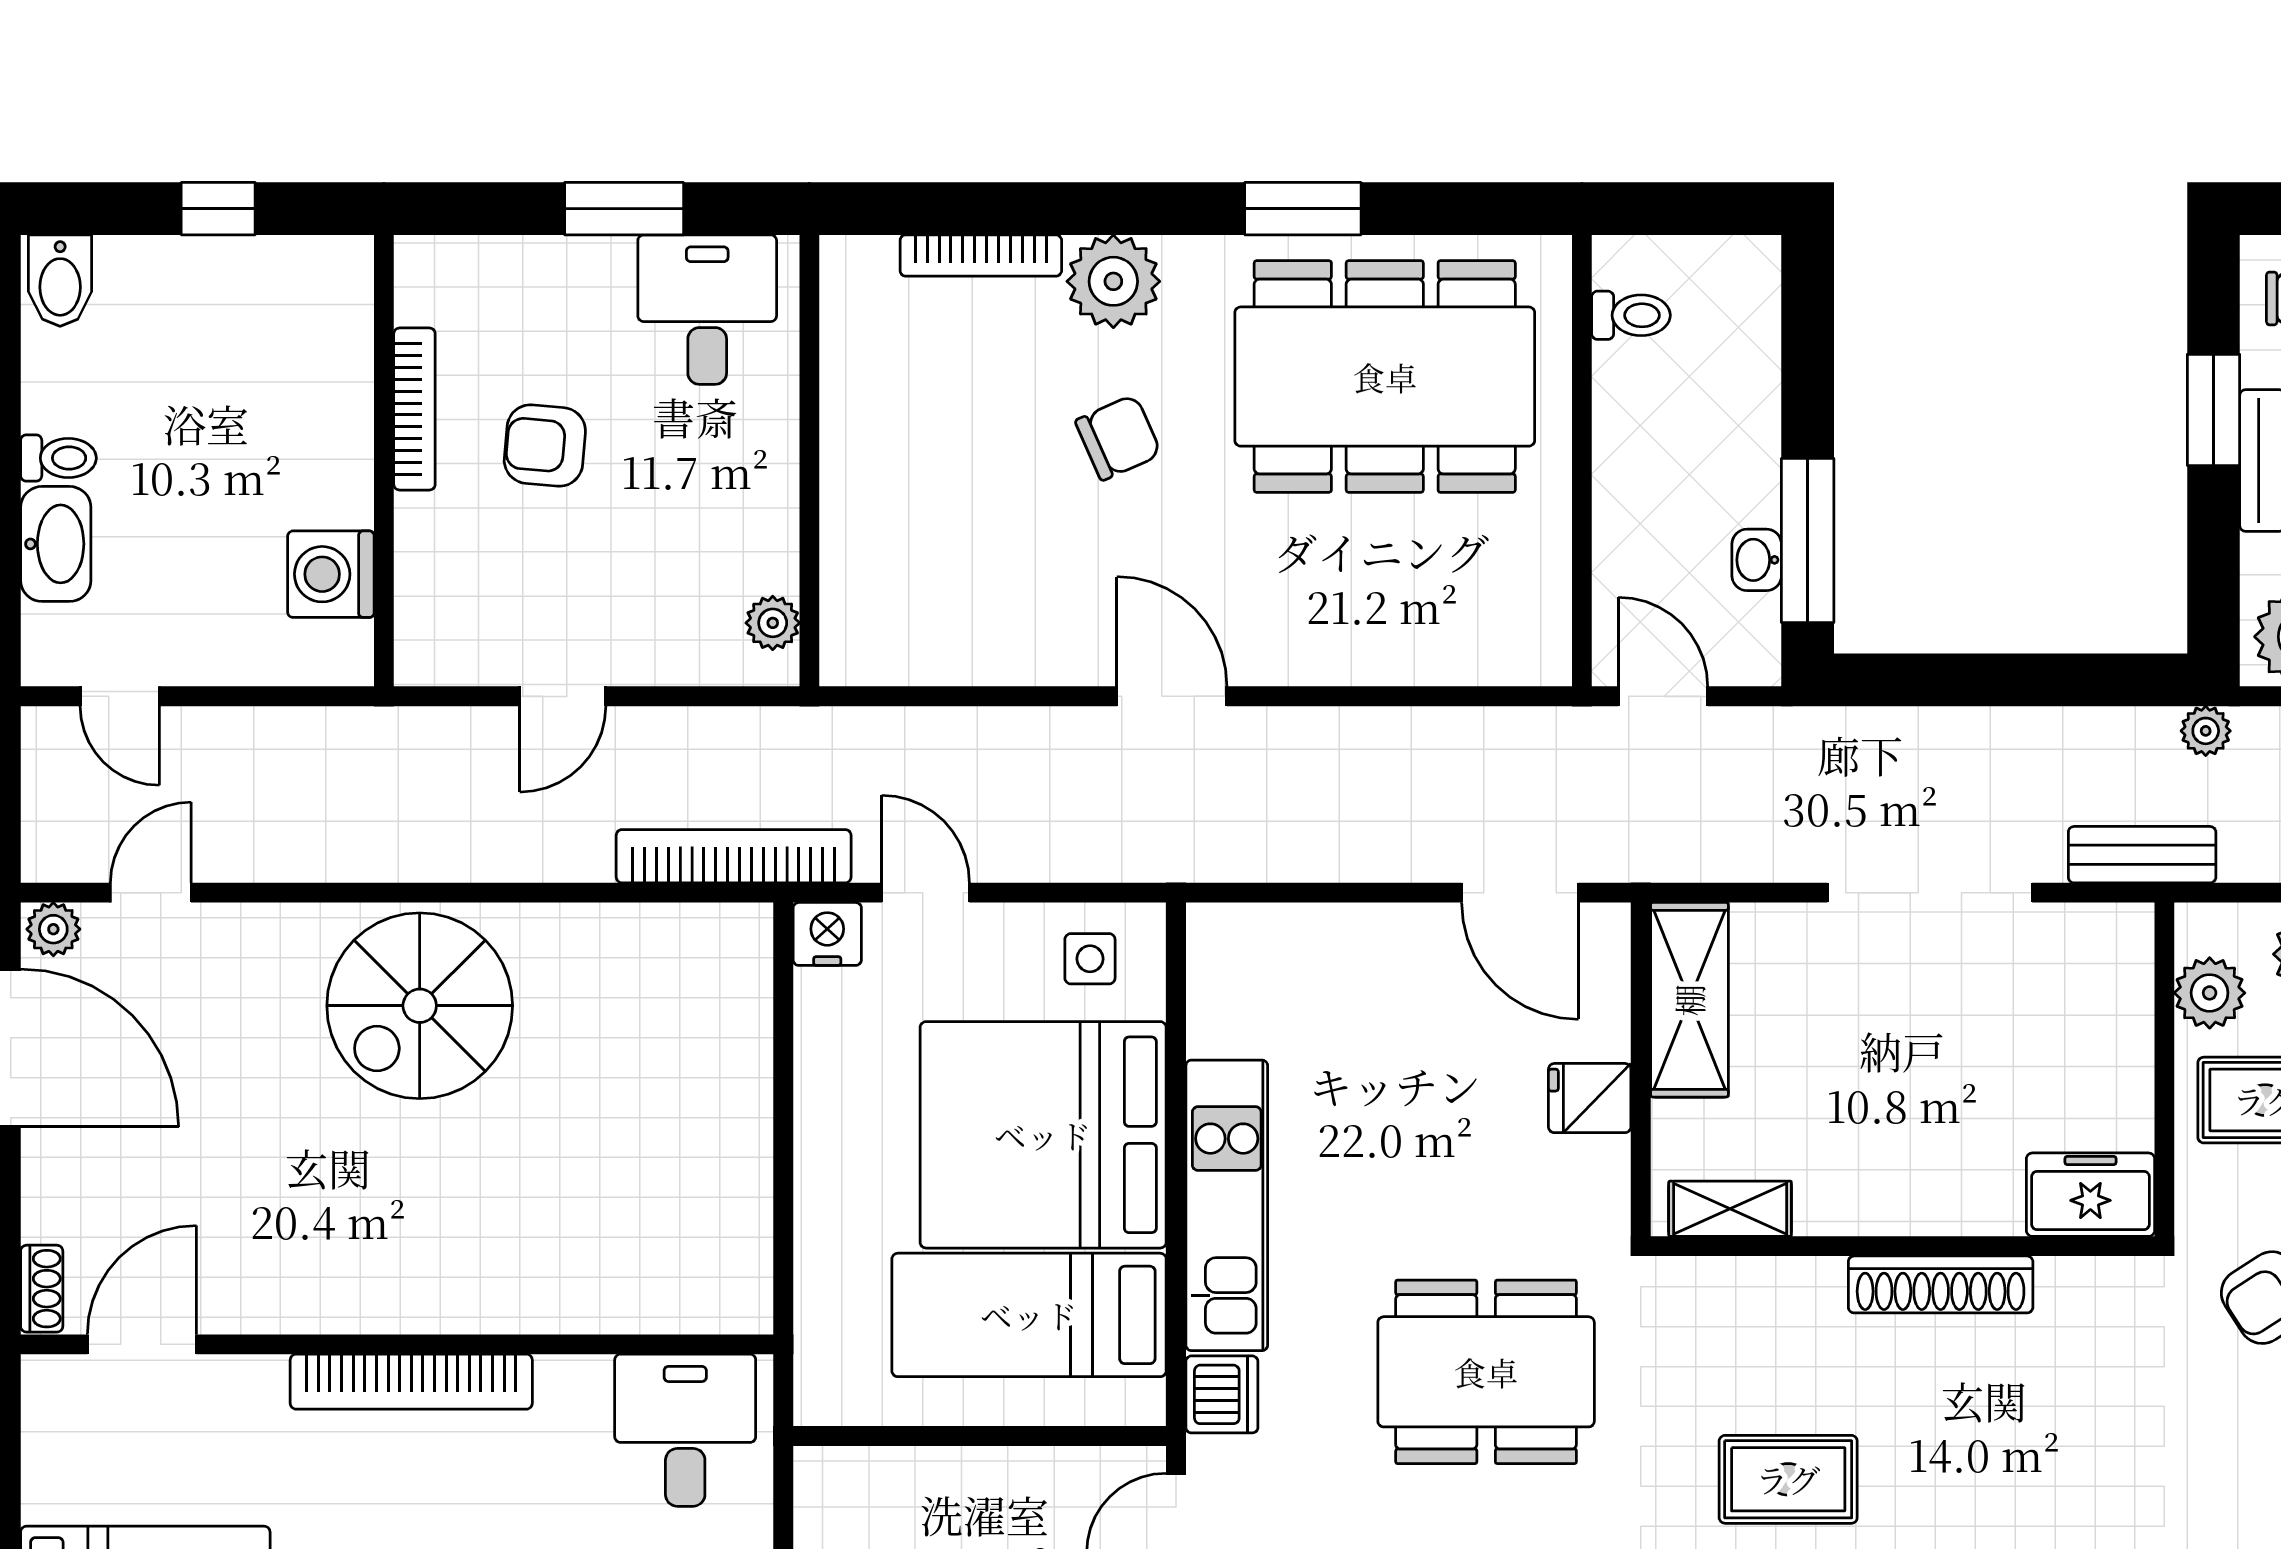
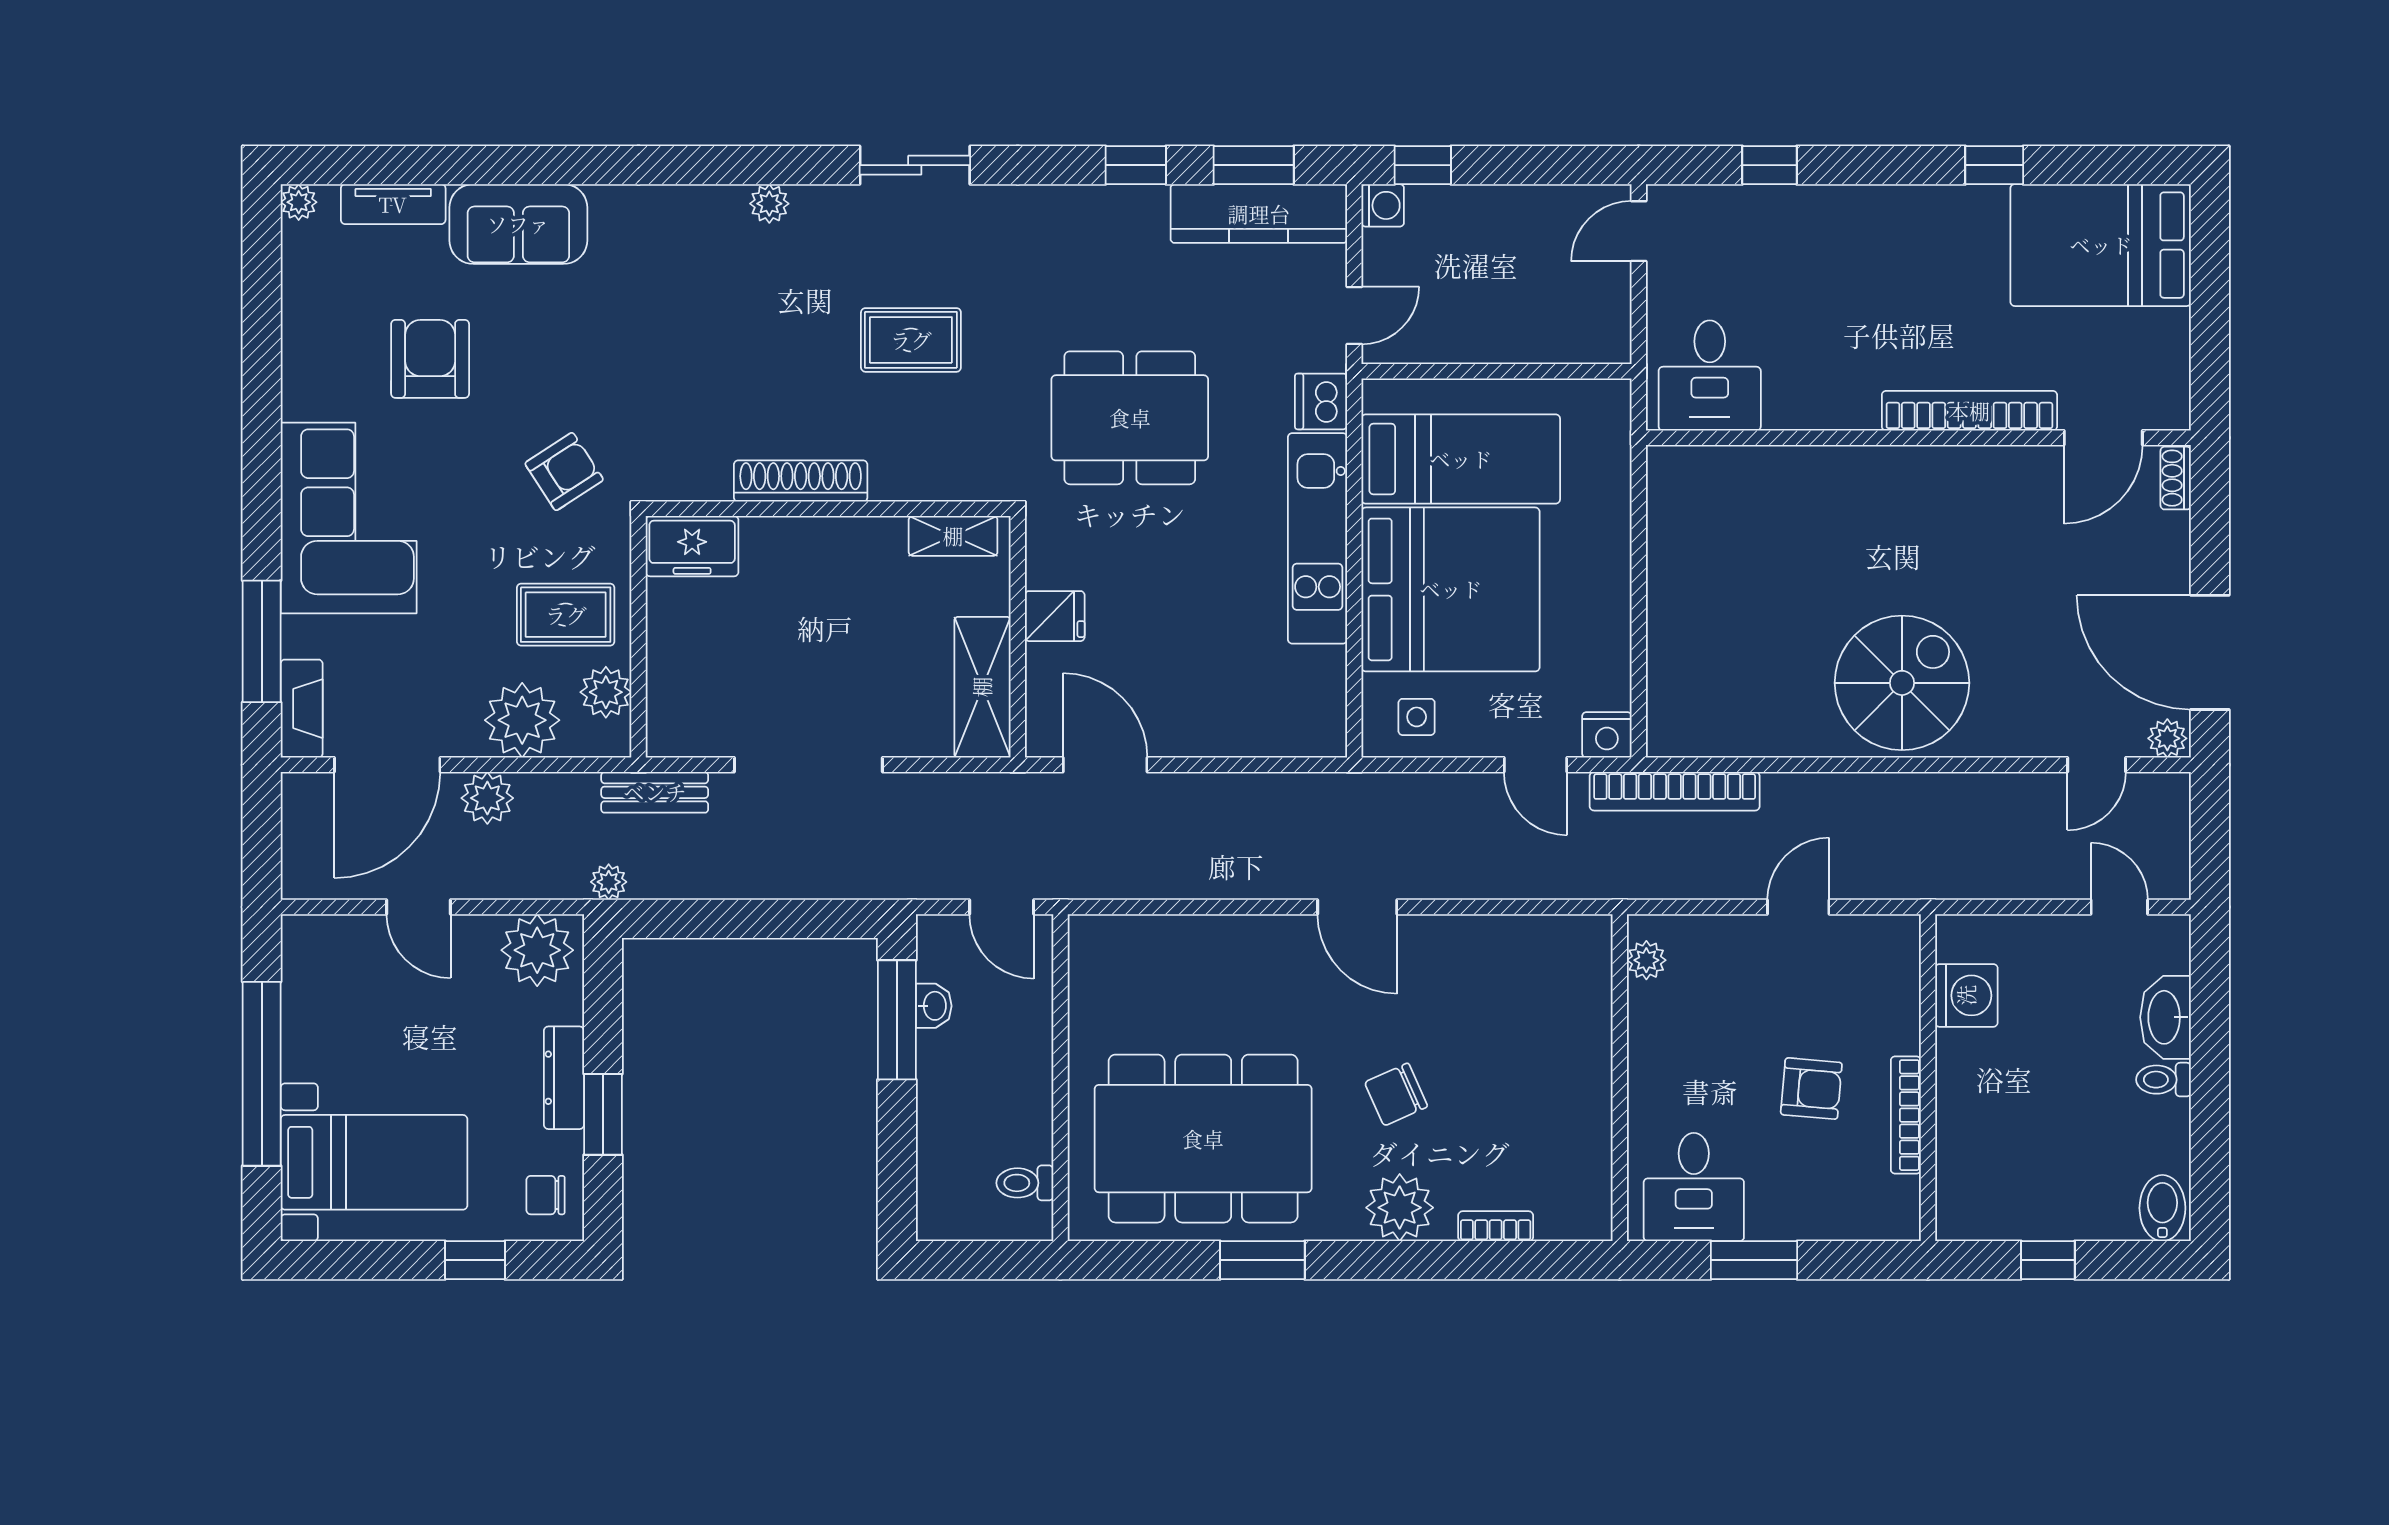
bookcase: (981, 255) -> (1496, 1226), width x0.64
bookcase: (411, 1382) -> (1969, 411), moved

